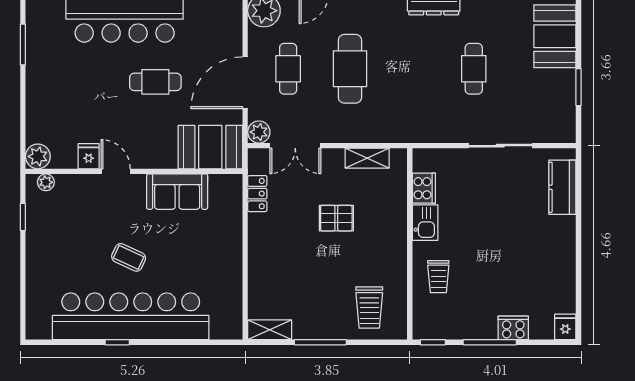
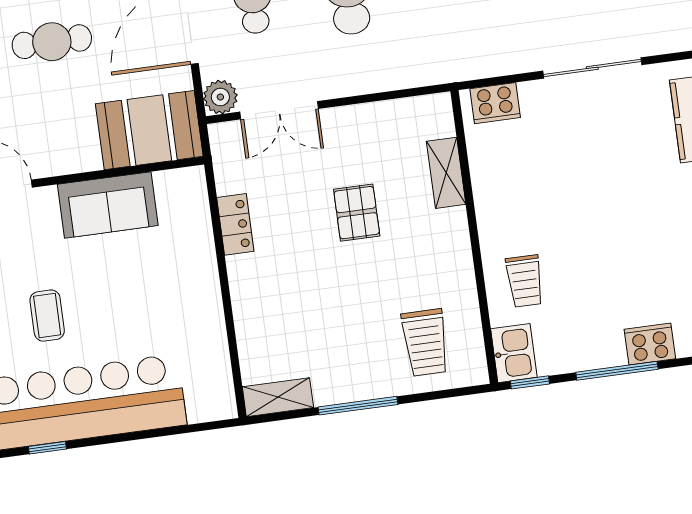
shelving: (367, 158) -> (446, 173), moved, turned 90
cooker: (424, 188) -> (495, 103), moved, turned 90
locker: (257, 194) -> (235, 224), moved
pallet: (336, 218) -> (357, 213), turned 90
kitchen sink: (425, 223) -> (514, 353), moved
coffee table: (129, 257) -> (47, 316), turned 65

